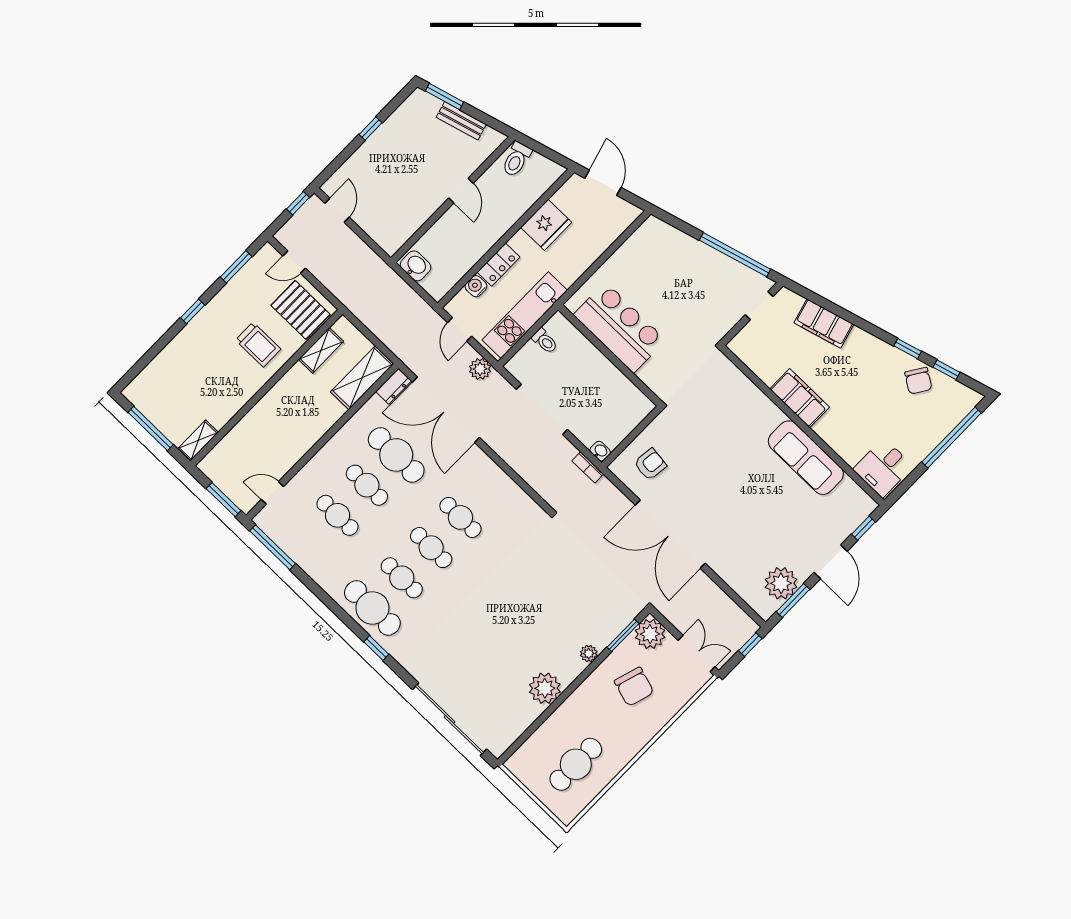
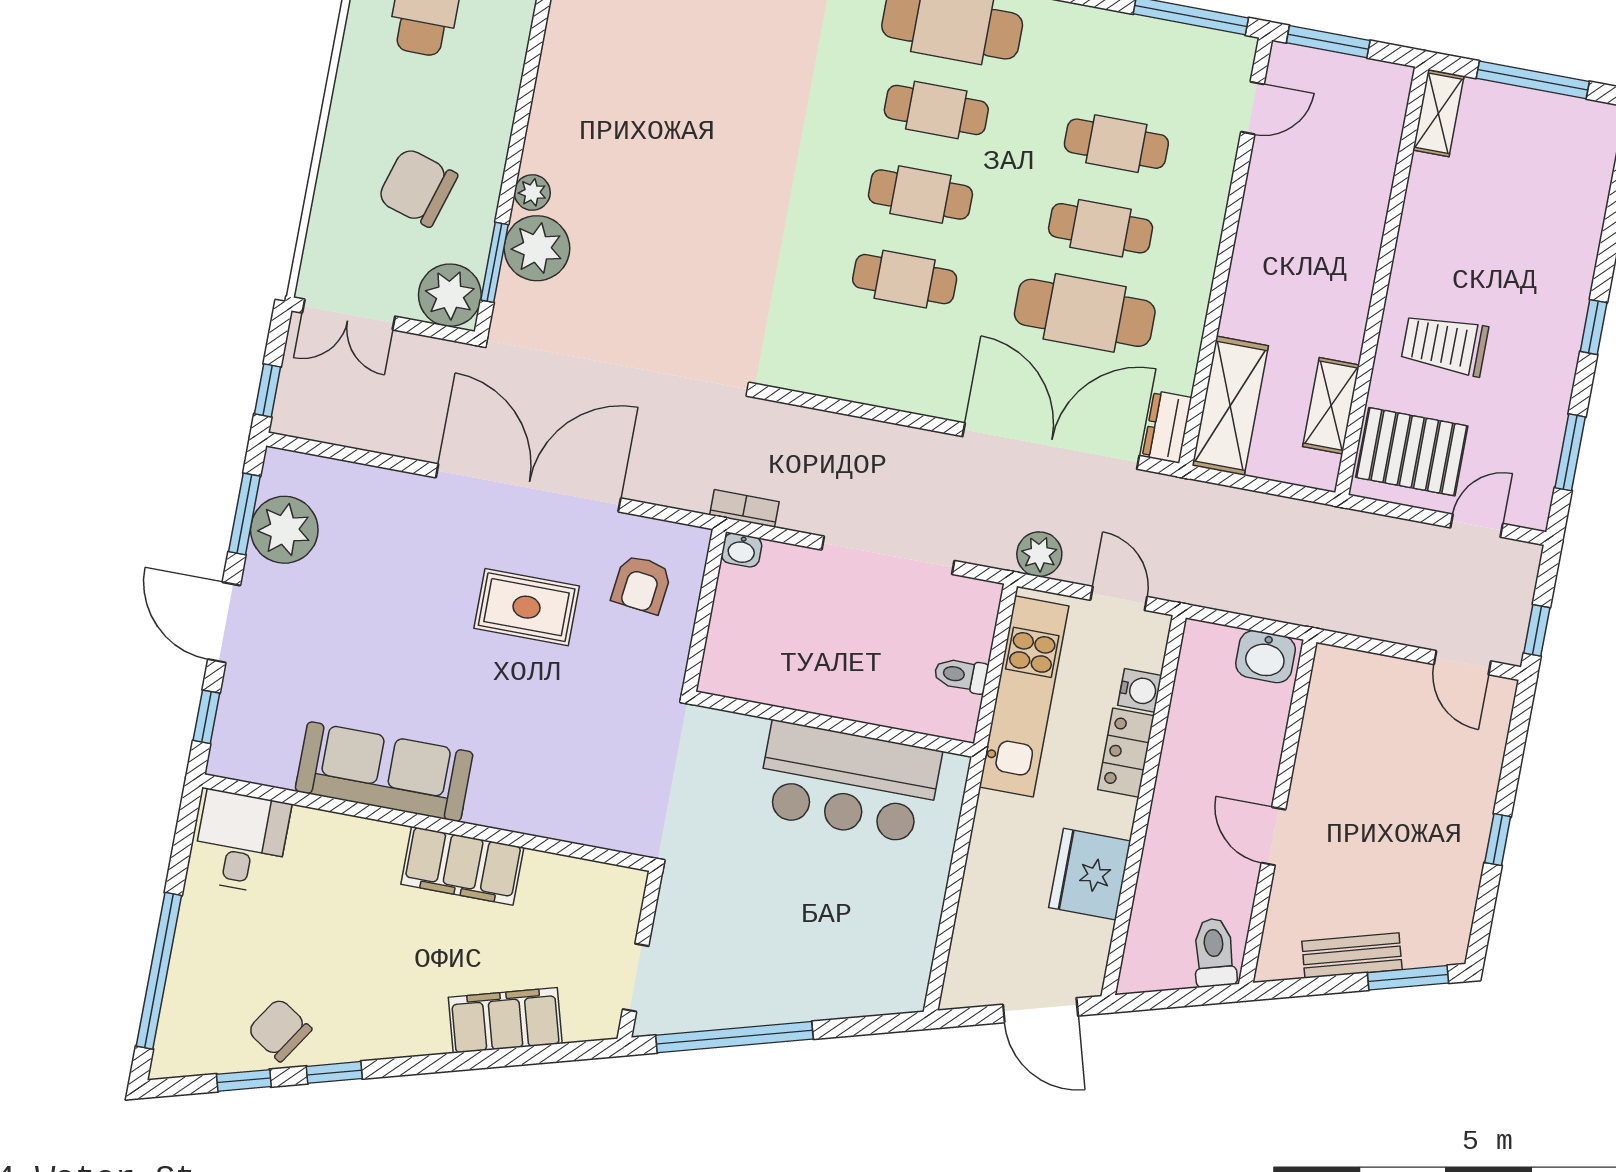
rug: (703, 486) -> (527, 607), added
plant: (545, 688) -> (537, 248), moved

